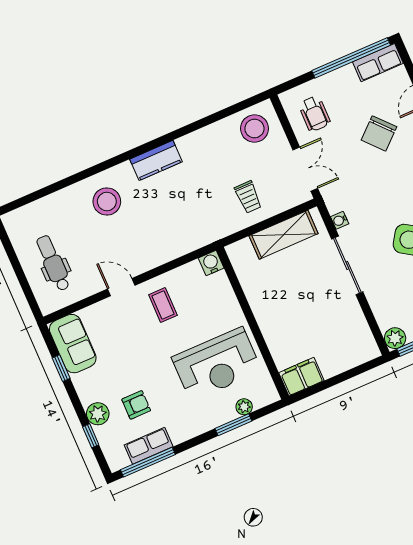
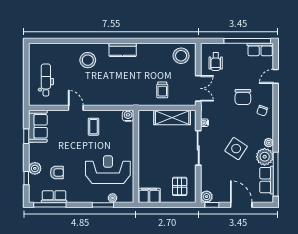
chair: (379, 133) -> (243, 97), moved, turned -48
pallet: (344, 341) -> (180, 186), added
reception desk: (217, 364) -> (108, 170), turned 180

